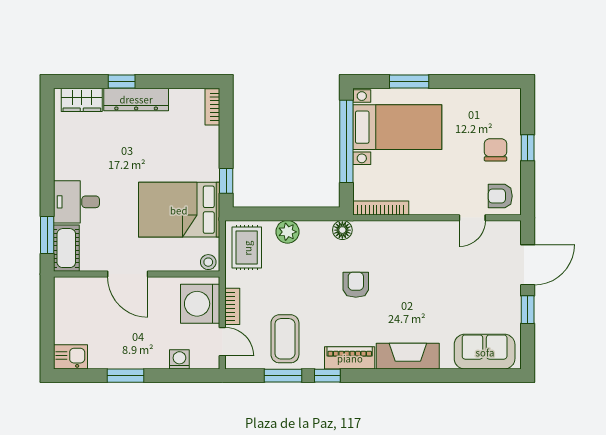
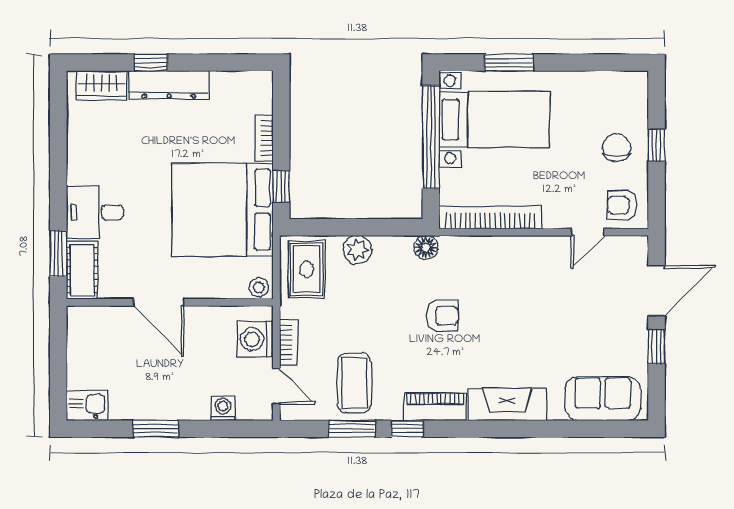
bookcase: (212, 107) -> (264, 138), moved
bookcase: (381, 208) -> (490, 217), width x1.48, depth x1.31
bed: (179, 210) -> (223, 210), width x1.36
armchair: (356, 285) -> (443, 316), turned 90
washing machine: (200, 304) -> (255, 339), width x0.73, depth x0.73

